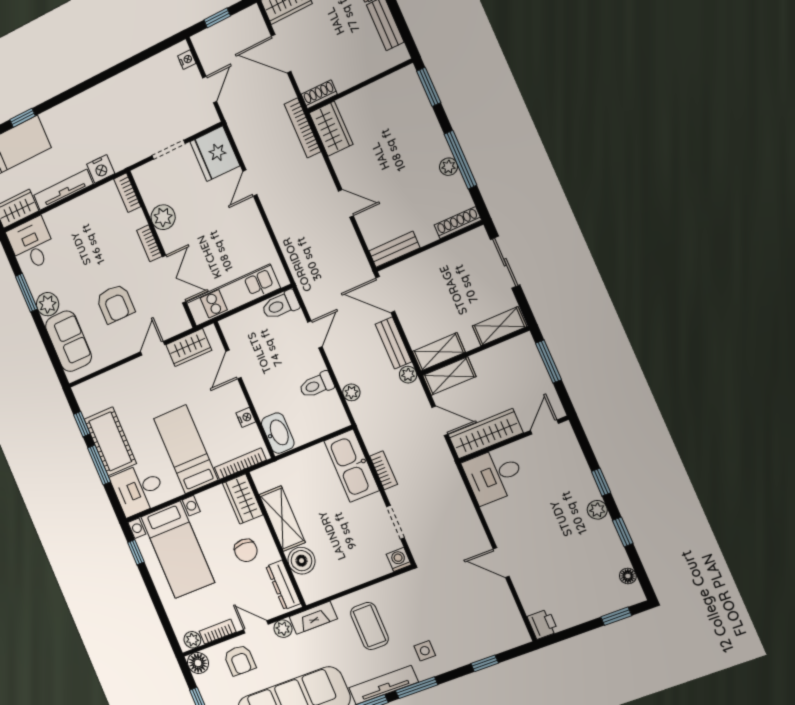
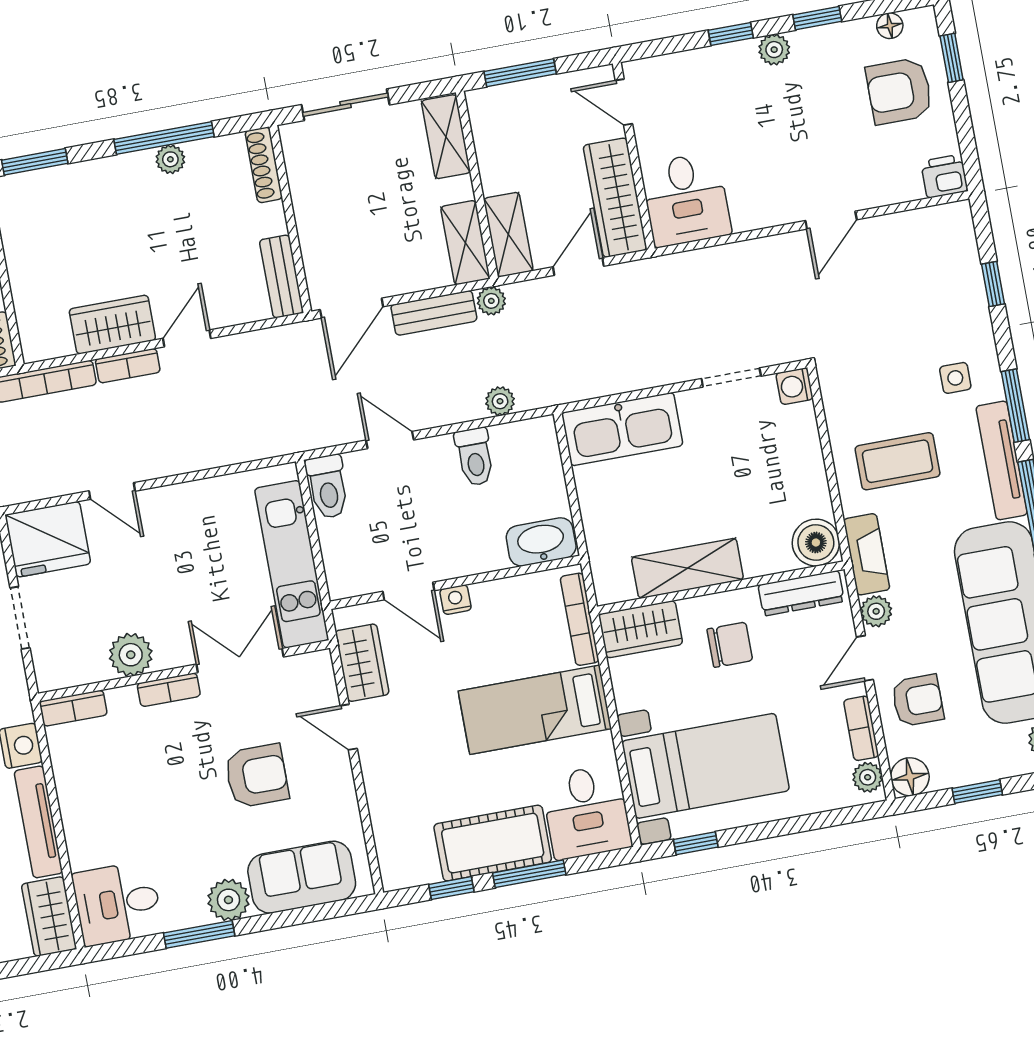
wardrobe: (331, 129) -> (112, 325), moved
nightstand: (246, 417) -> (455, 600), moved
bookcase: (384, 470) -> (128, 366), moved, turned 180
boiler: (301, 561) -> (816, 543), moved
armchair: (589, 589) -> (899, 91), added

